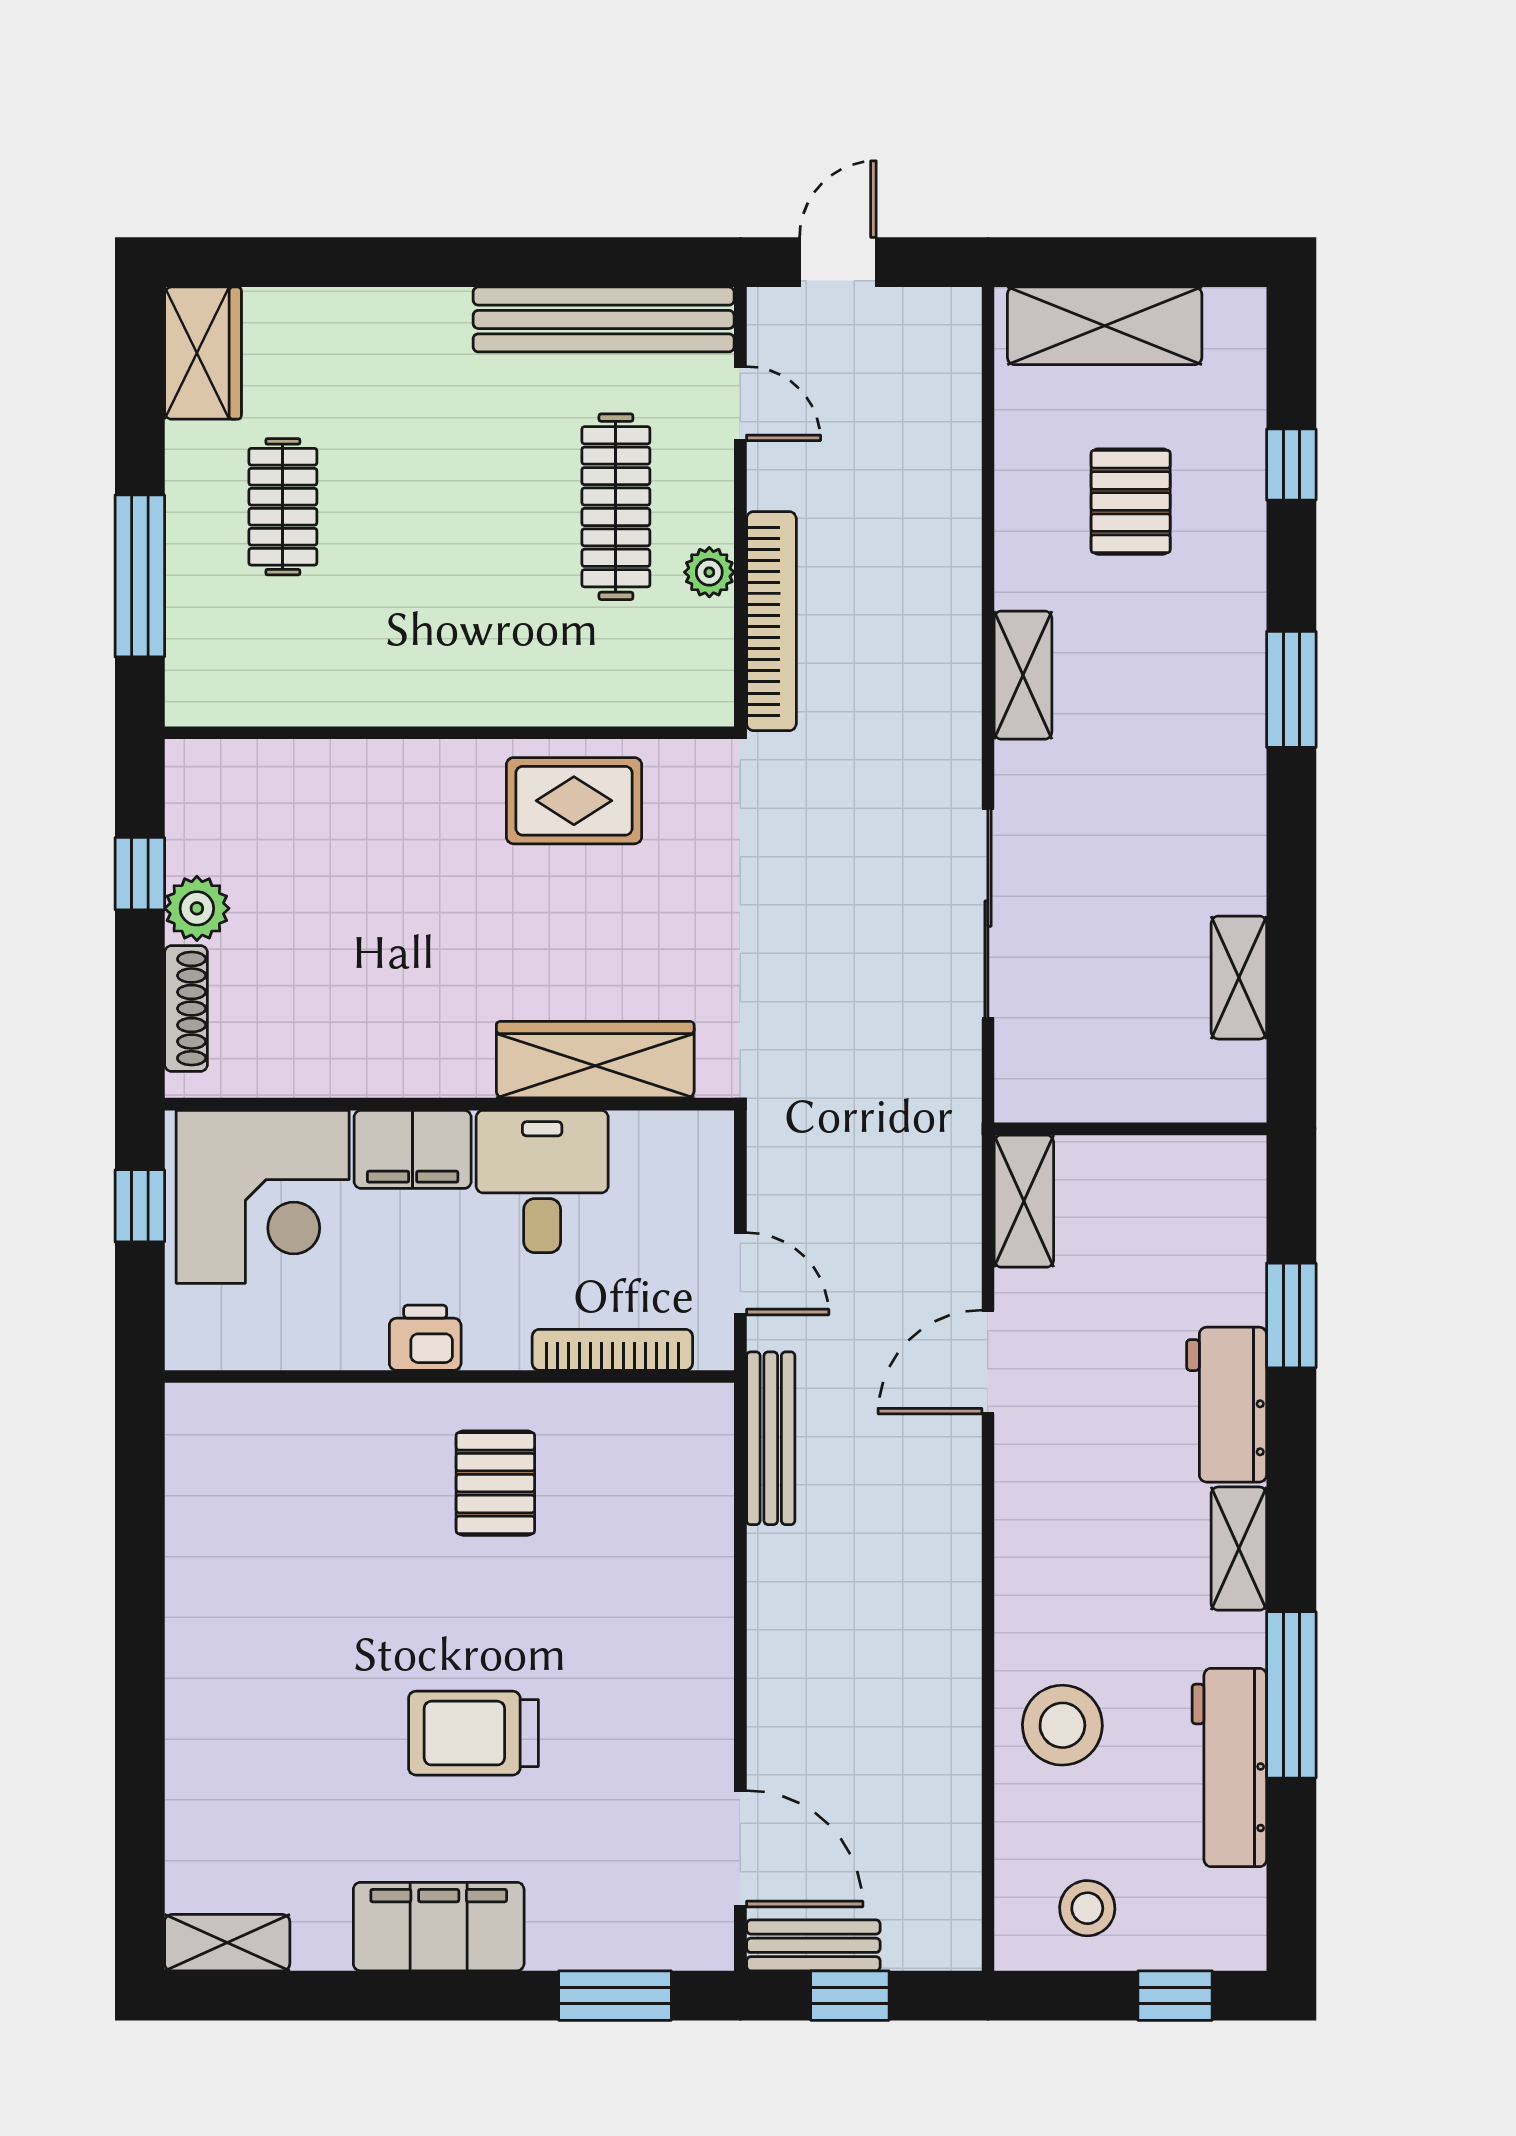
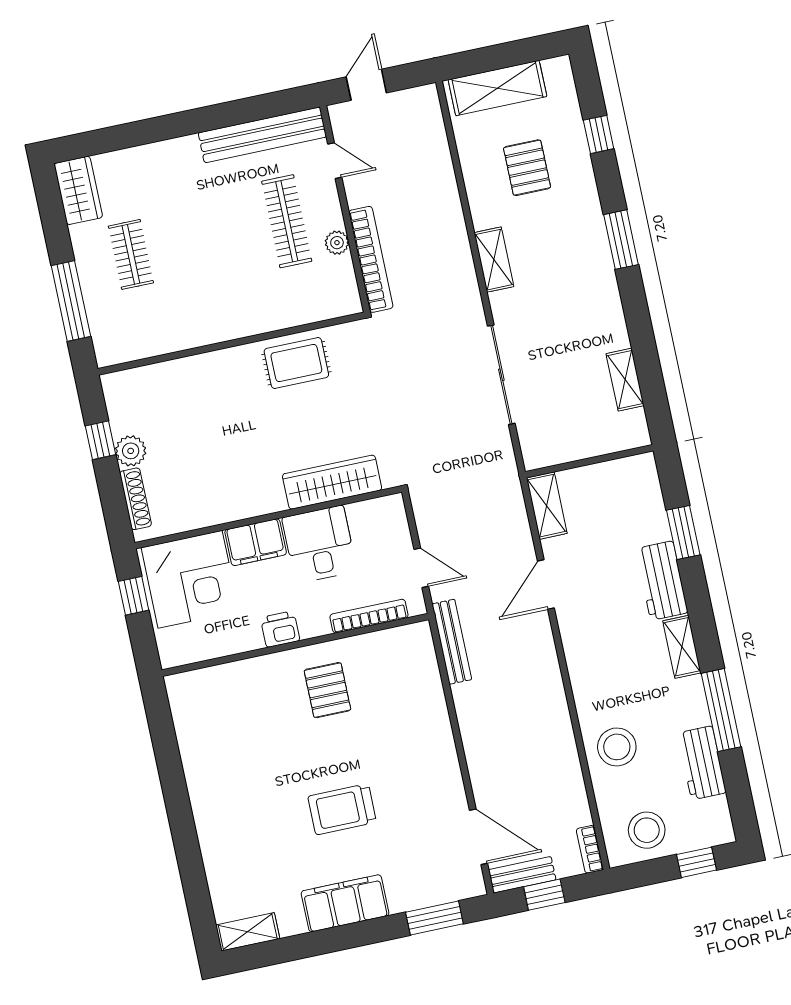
workbench: (1229, 1767) -> (702, 763), width x0.73
stool: (1087, 1908) -> (647, 830), width x1.38, depth x1.38
bookcase: (962, 1923) -> (590, 849), added

